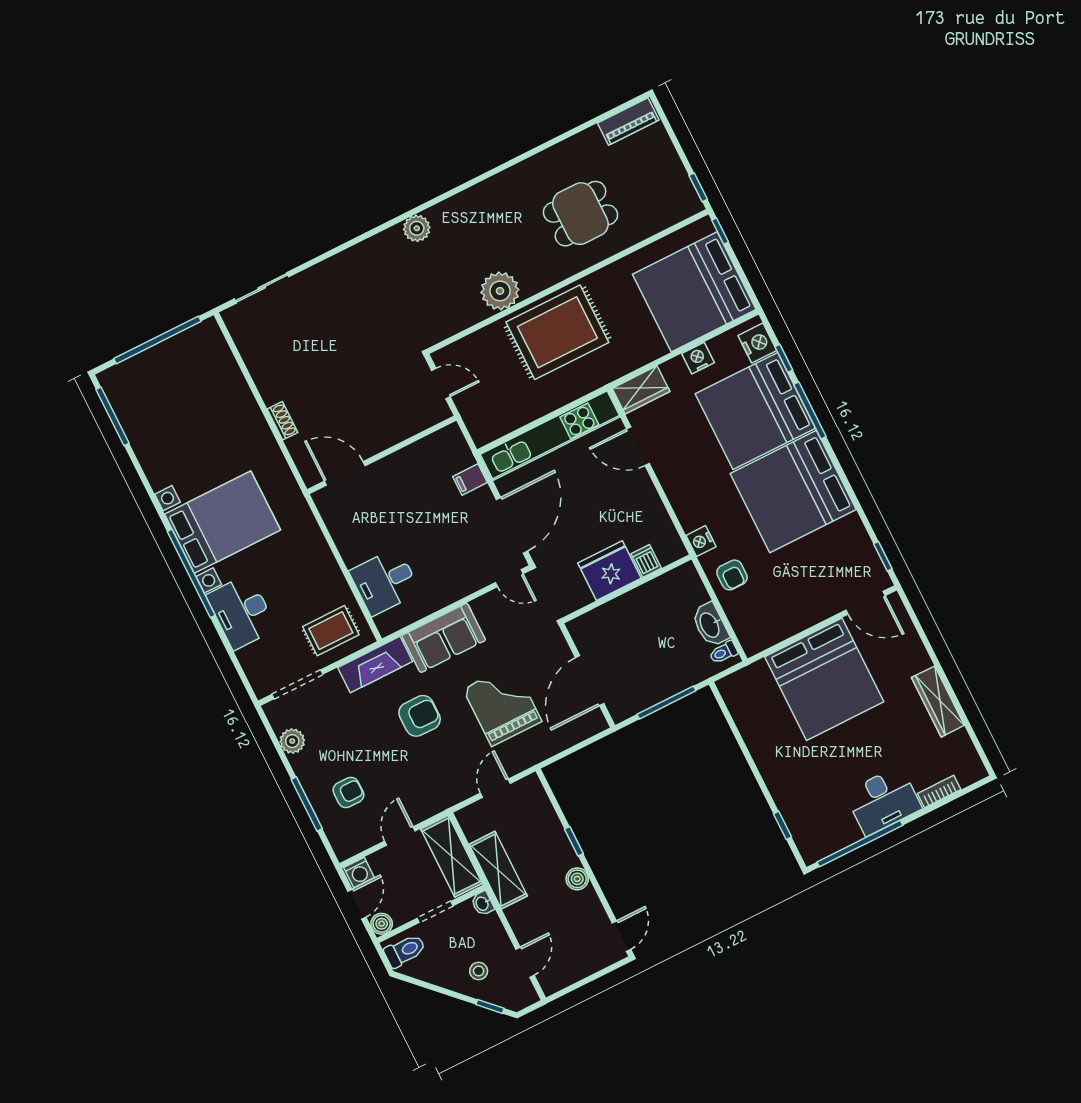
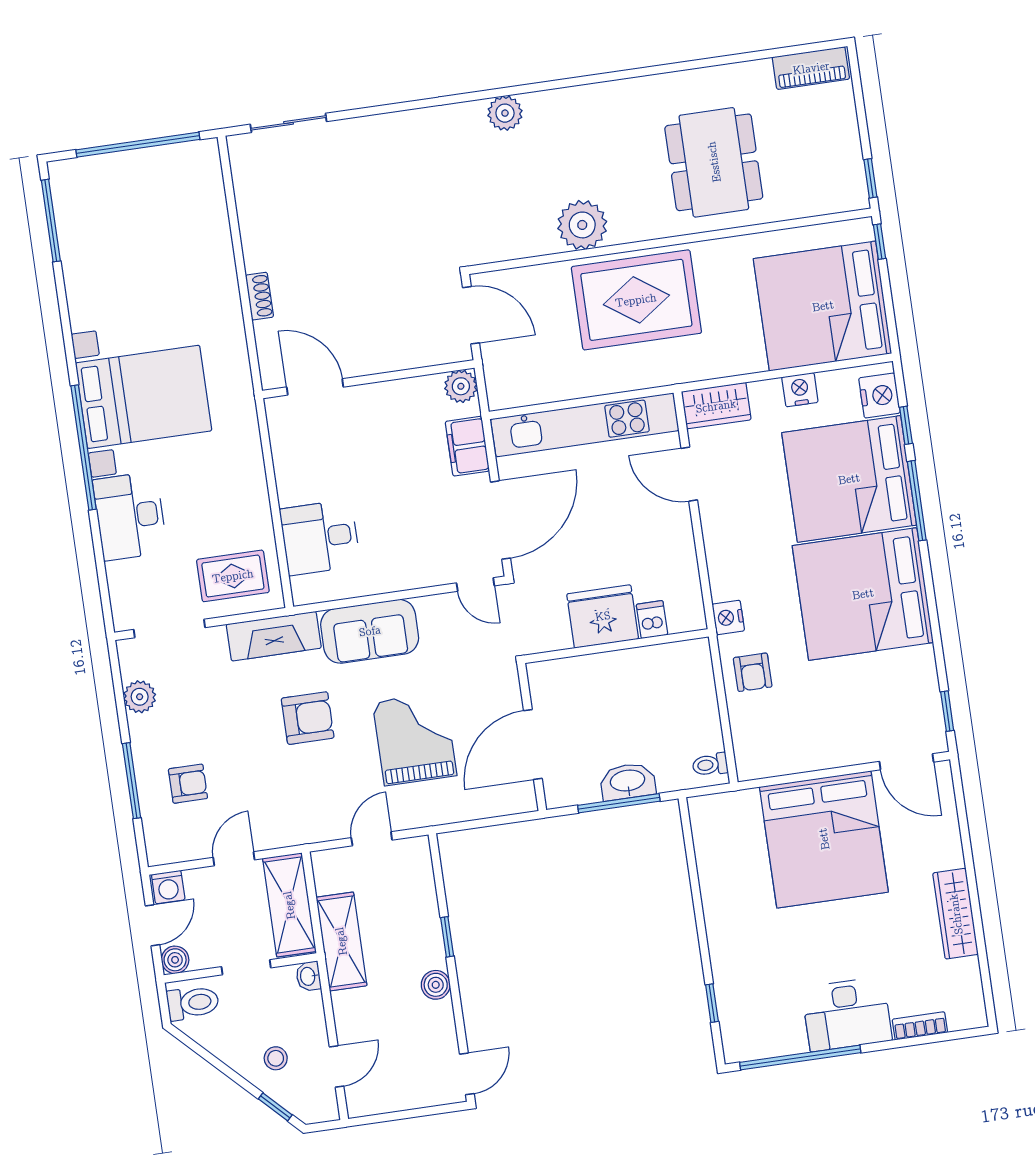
dining table: (580, 214) -> (714, 162), width x1.38
door: (441, 384) -> (471, 315), width x1.38
plant: (451, 438) -> (461, 386), added
filing cabinet: (470, 480) -> (467, 446), width x2.00
washbasin: (710, 625) -> (628, 782), moved, turned 90

